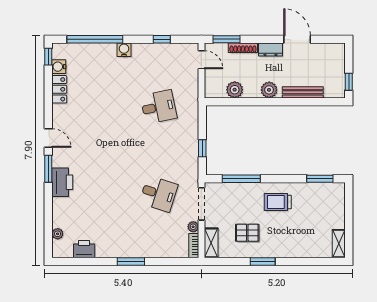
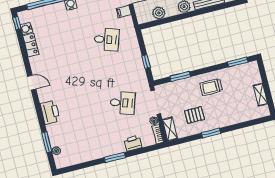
filing cabinet: (190, 77) -> (124, 12), added
desk: (159, 107) -> (107, 40), turned 30
window: (48, 169) -> (47, 142), moved
window: (241, 179) -> (180, 77), width x0.69
shelving: (339, 244) -> (260, 95), moved
printer: (84, 249) -> (133, 143), moved

